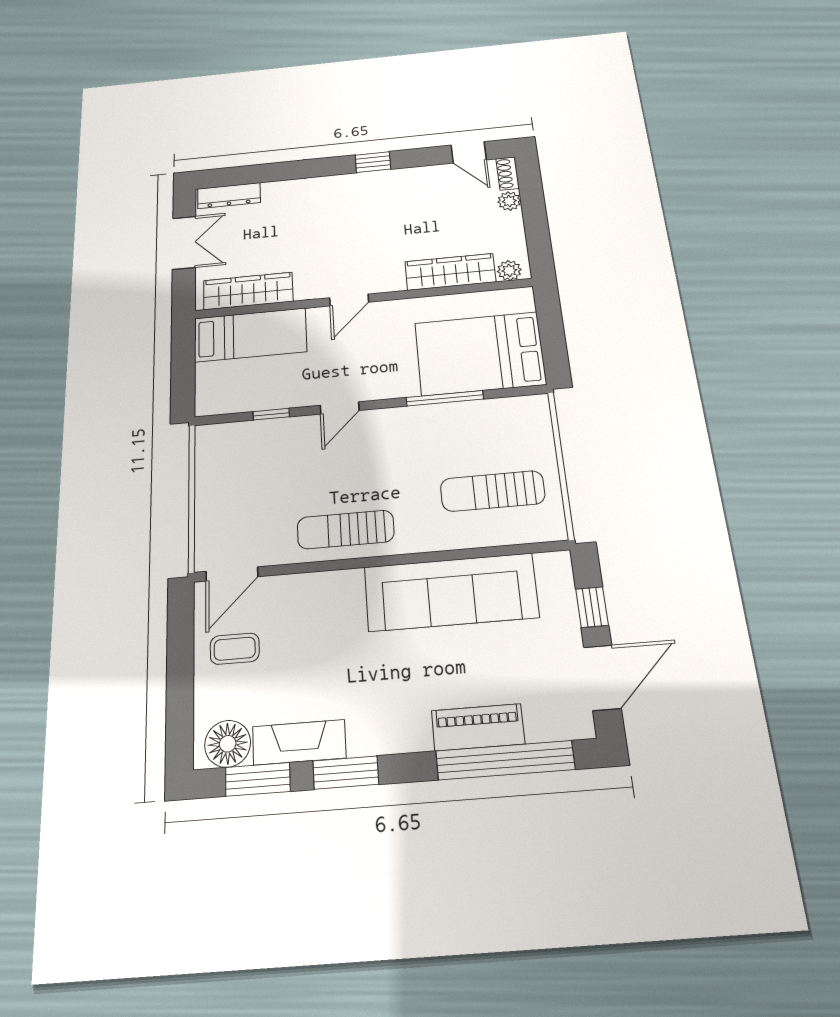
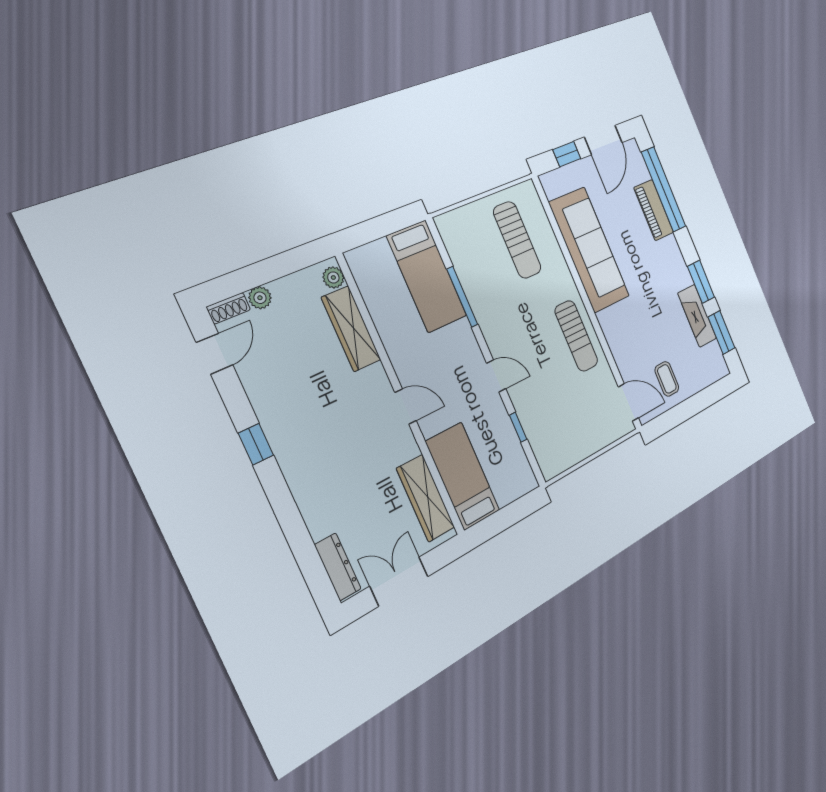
bed: (480, 354) -> (427, 276), width x0.67
door: (602, 678) -> (603, 140), swing flipped
floor lamp: (228, 744) -> (712, 359), removed

